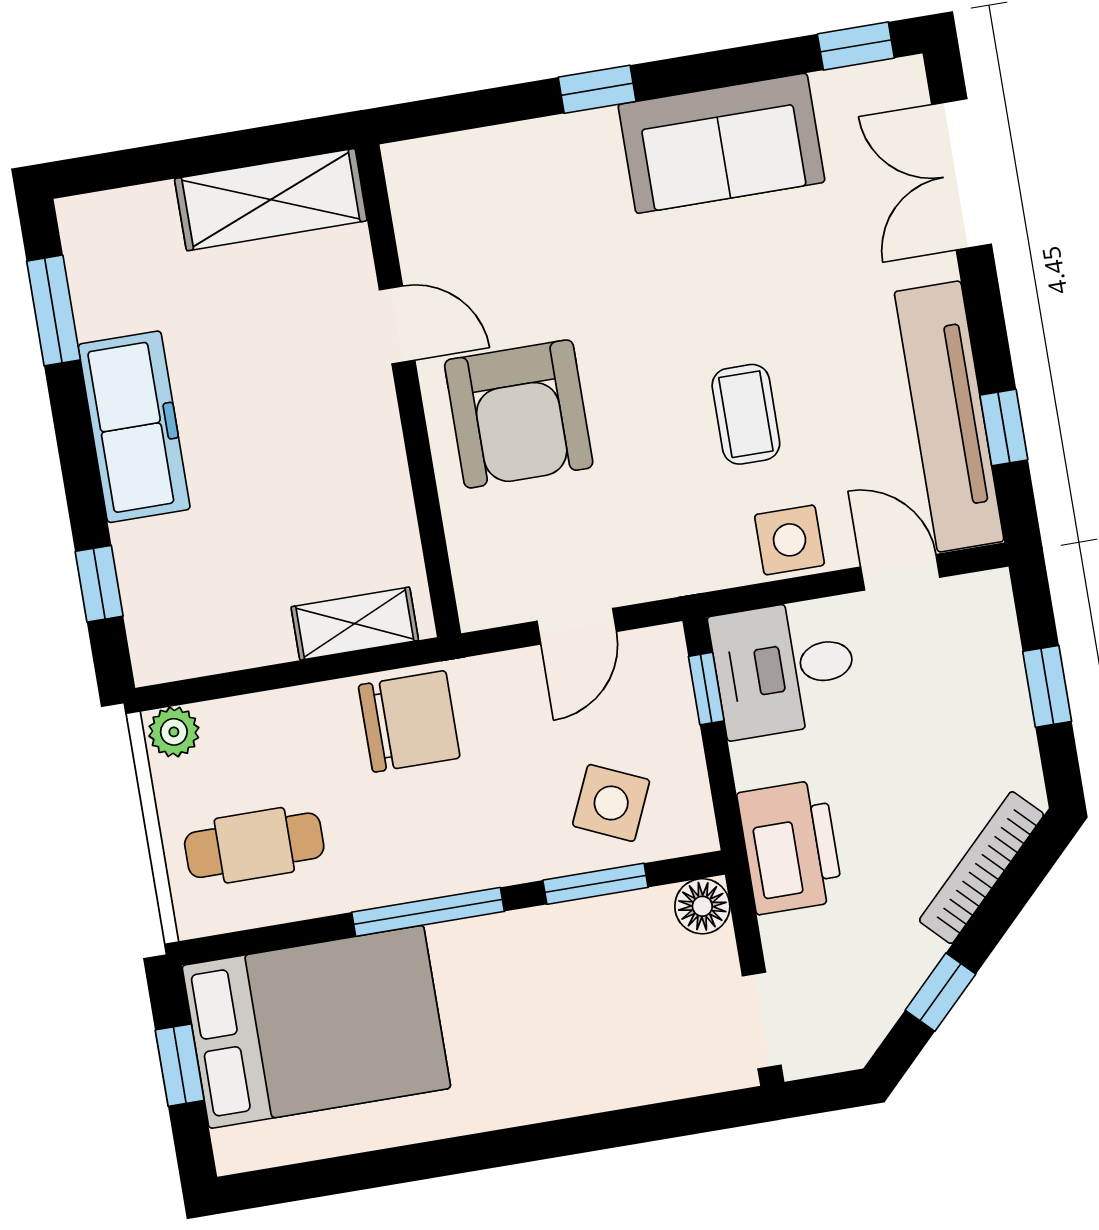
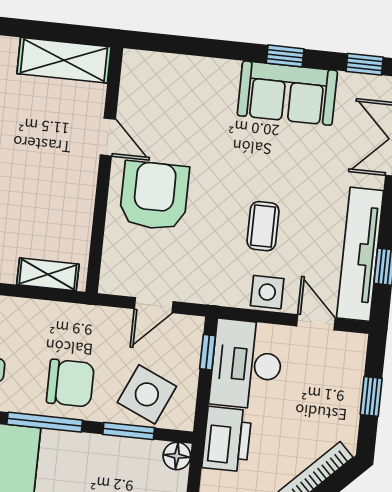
window: (597, 89) -> (285, 56), moved
armchair: (519, 414) -> (154, 196), turned 180
desk: (784, 668) -> (246, 364), width x1.37
chair: (409, 721) -> (70, 383), moved
side table: (611, 803) -> (147, 394), width x1.37, depth x1.37

